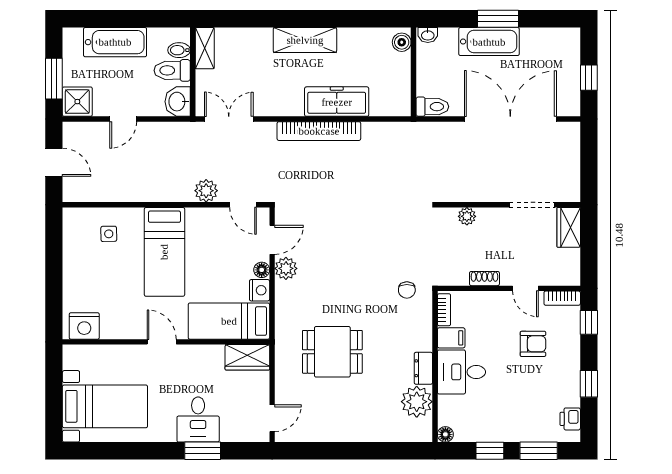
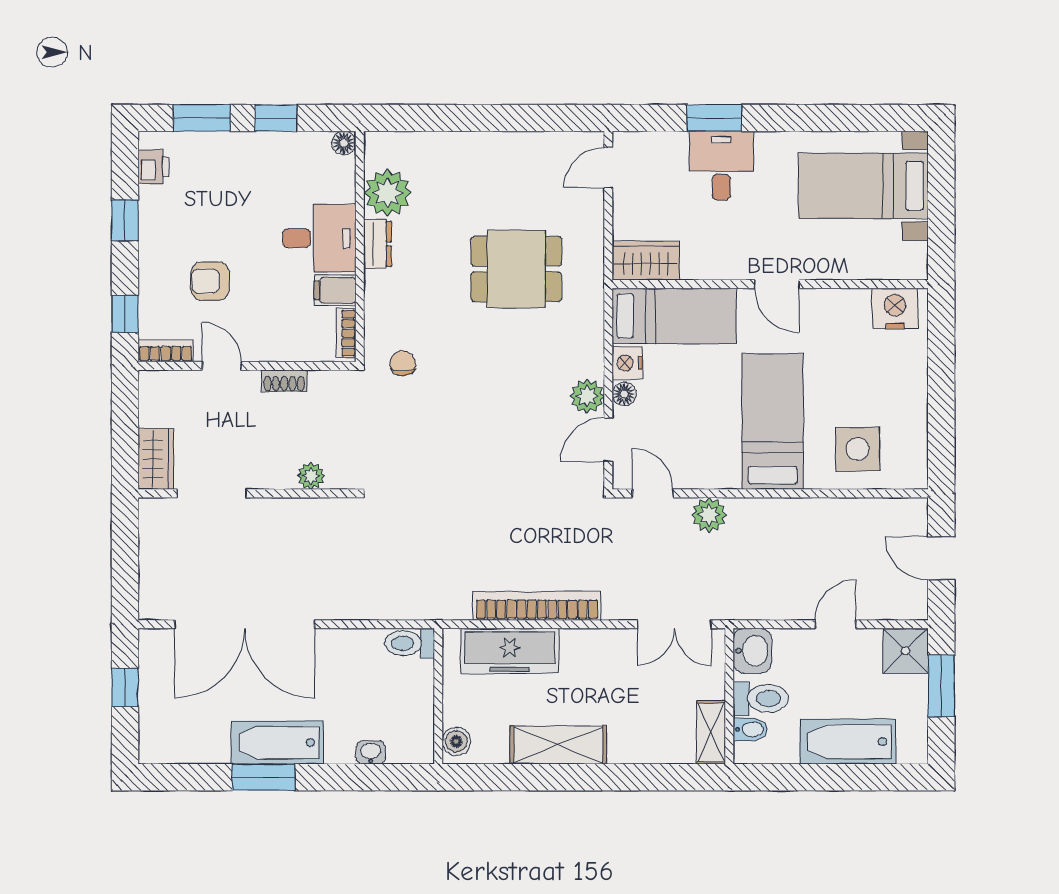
boiler: (402, 42) -> (456, 741), moved
wall: (414, 72) -> (438, 696), moved
toilet: (432, 107) -> (410, 643), moved
side table: (109, 234) -> (858, 449), width x1.87, depth x1.87

